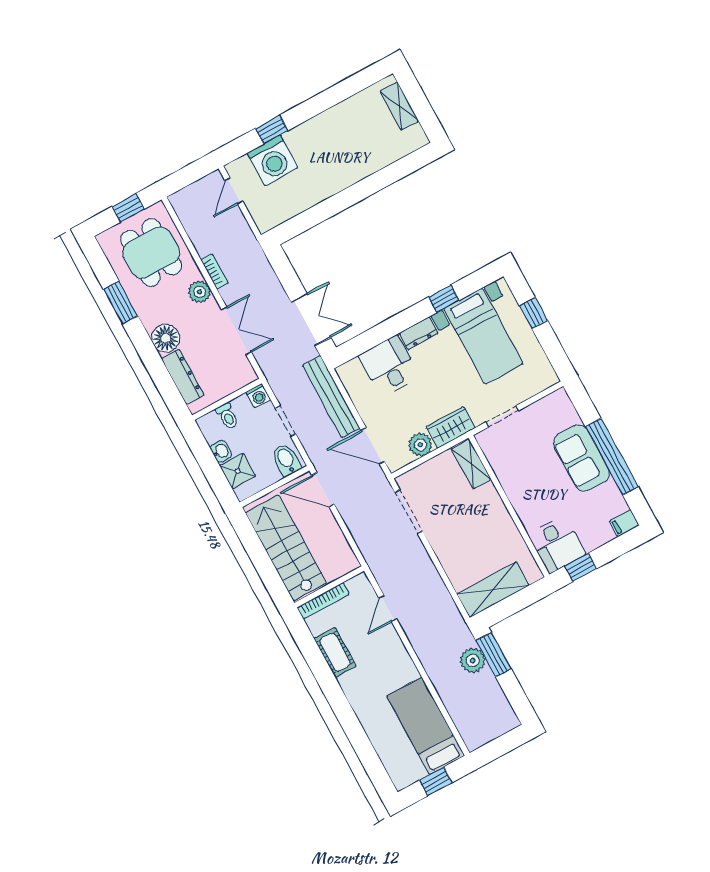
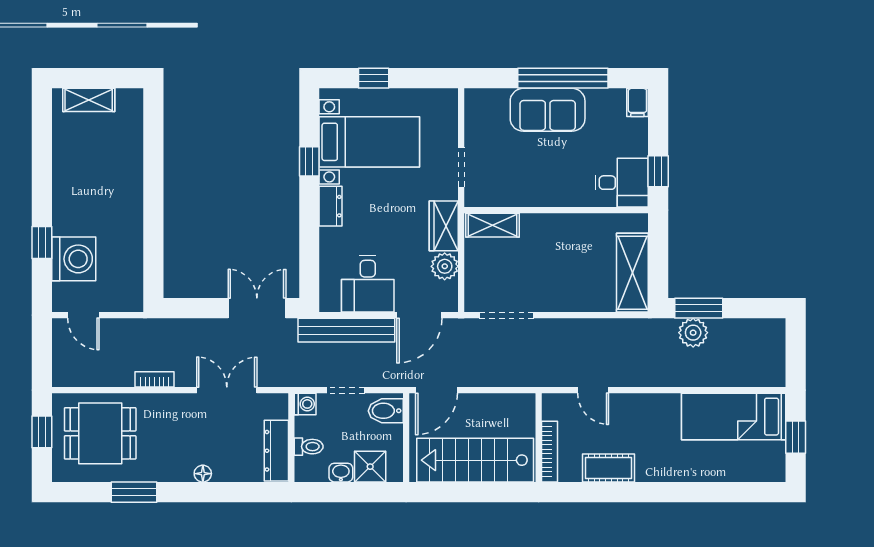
plant: (199, 292) -> (167, 406), removed
floor lamp: (166, 338) -> (203, 474), width x0.53, depth x0.53
desk: (389, 366) -> (368, 284), moved, turned -90
dresser: (183, 377) -> (276, 451), moved, turned -90

